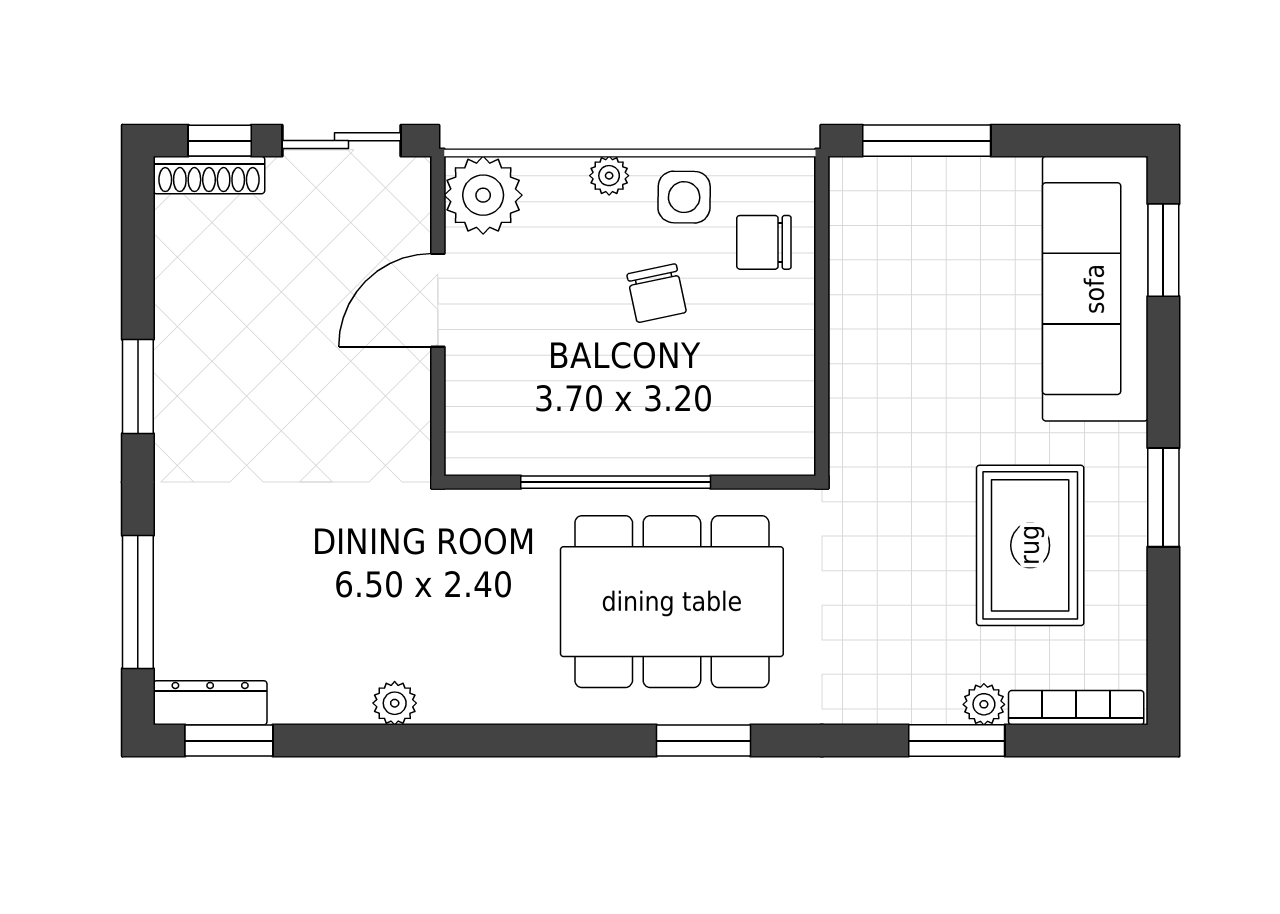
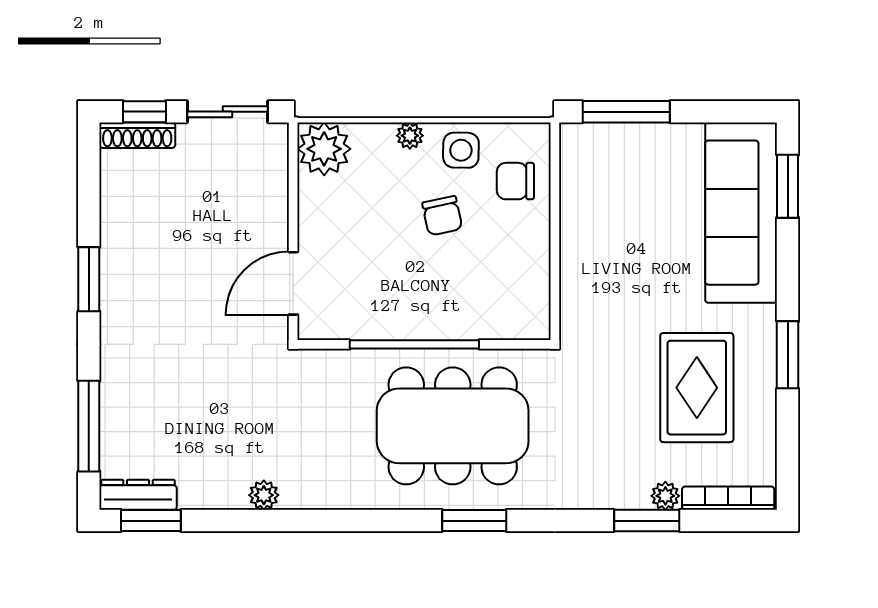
door: (438, 300) -> (293, 283), moved

